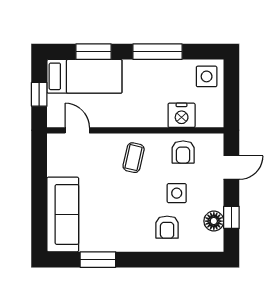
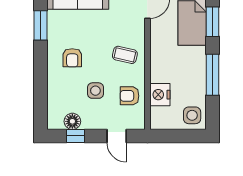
armchair: (167, 227) -> (72, 58), moved, turned -90

